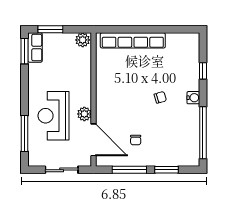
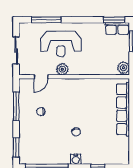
reception desk: (54, 116) -> (61, 44), turned 180
door: (93, 140) -> (41, 77), width x0.53
window: (167, 170) -> (16, 147), moved

